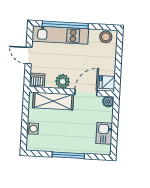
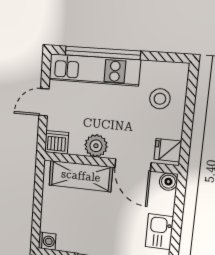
stool: (106, 37) -> (160, 99), moved
door: (29, 55) -> (44, 102), hinge flipped
door: (86, 92) -> (133, 165), swing flipped
washing machine: (33, 129) -> (47, 241), moved

